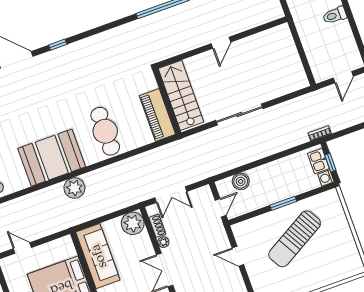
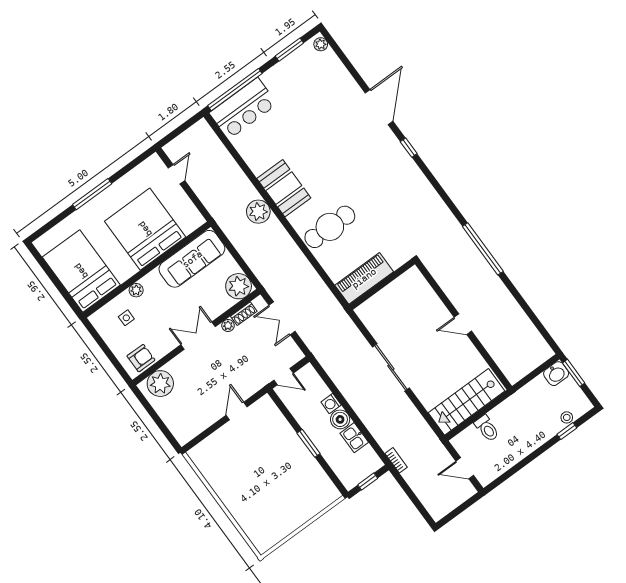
toilet: (335, 15) -> (487, 428), moved, turned 180
stairs: (181, 95) -> (467, 402), moved, turned 180
booth: (52, 158) -> (284, 188), width x0.73, depth x0.70
kitchen sink: (318, 161) -> (354, 438), moved, turned -90
washing machine: (326, 178) -> (331, 403), moved, turned -90
boiler: (241, 181) -> (340, 419), moved
sun lounger: (295, 239) -> (273, 467), removed

